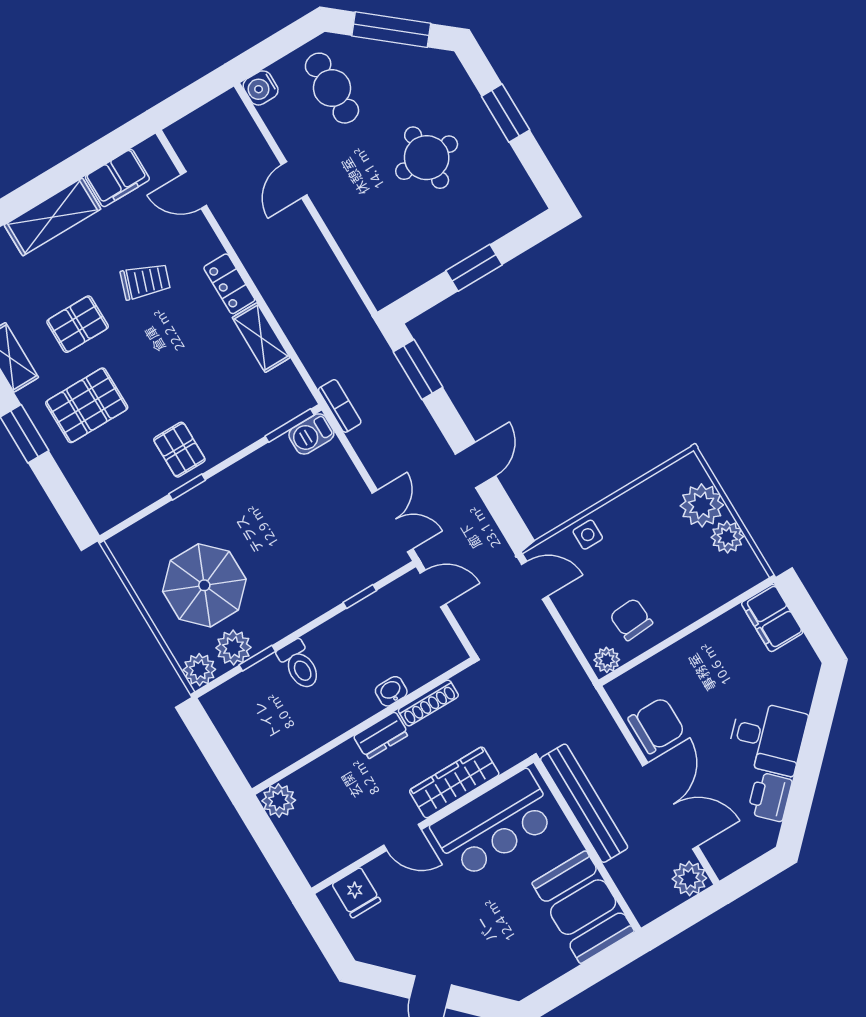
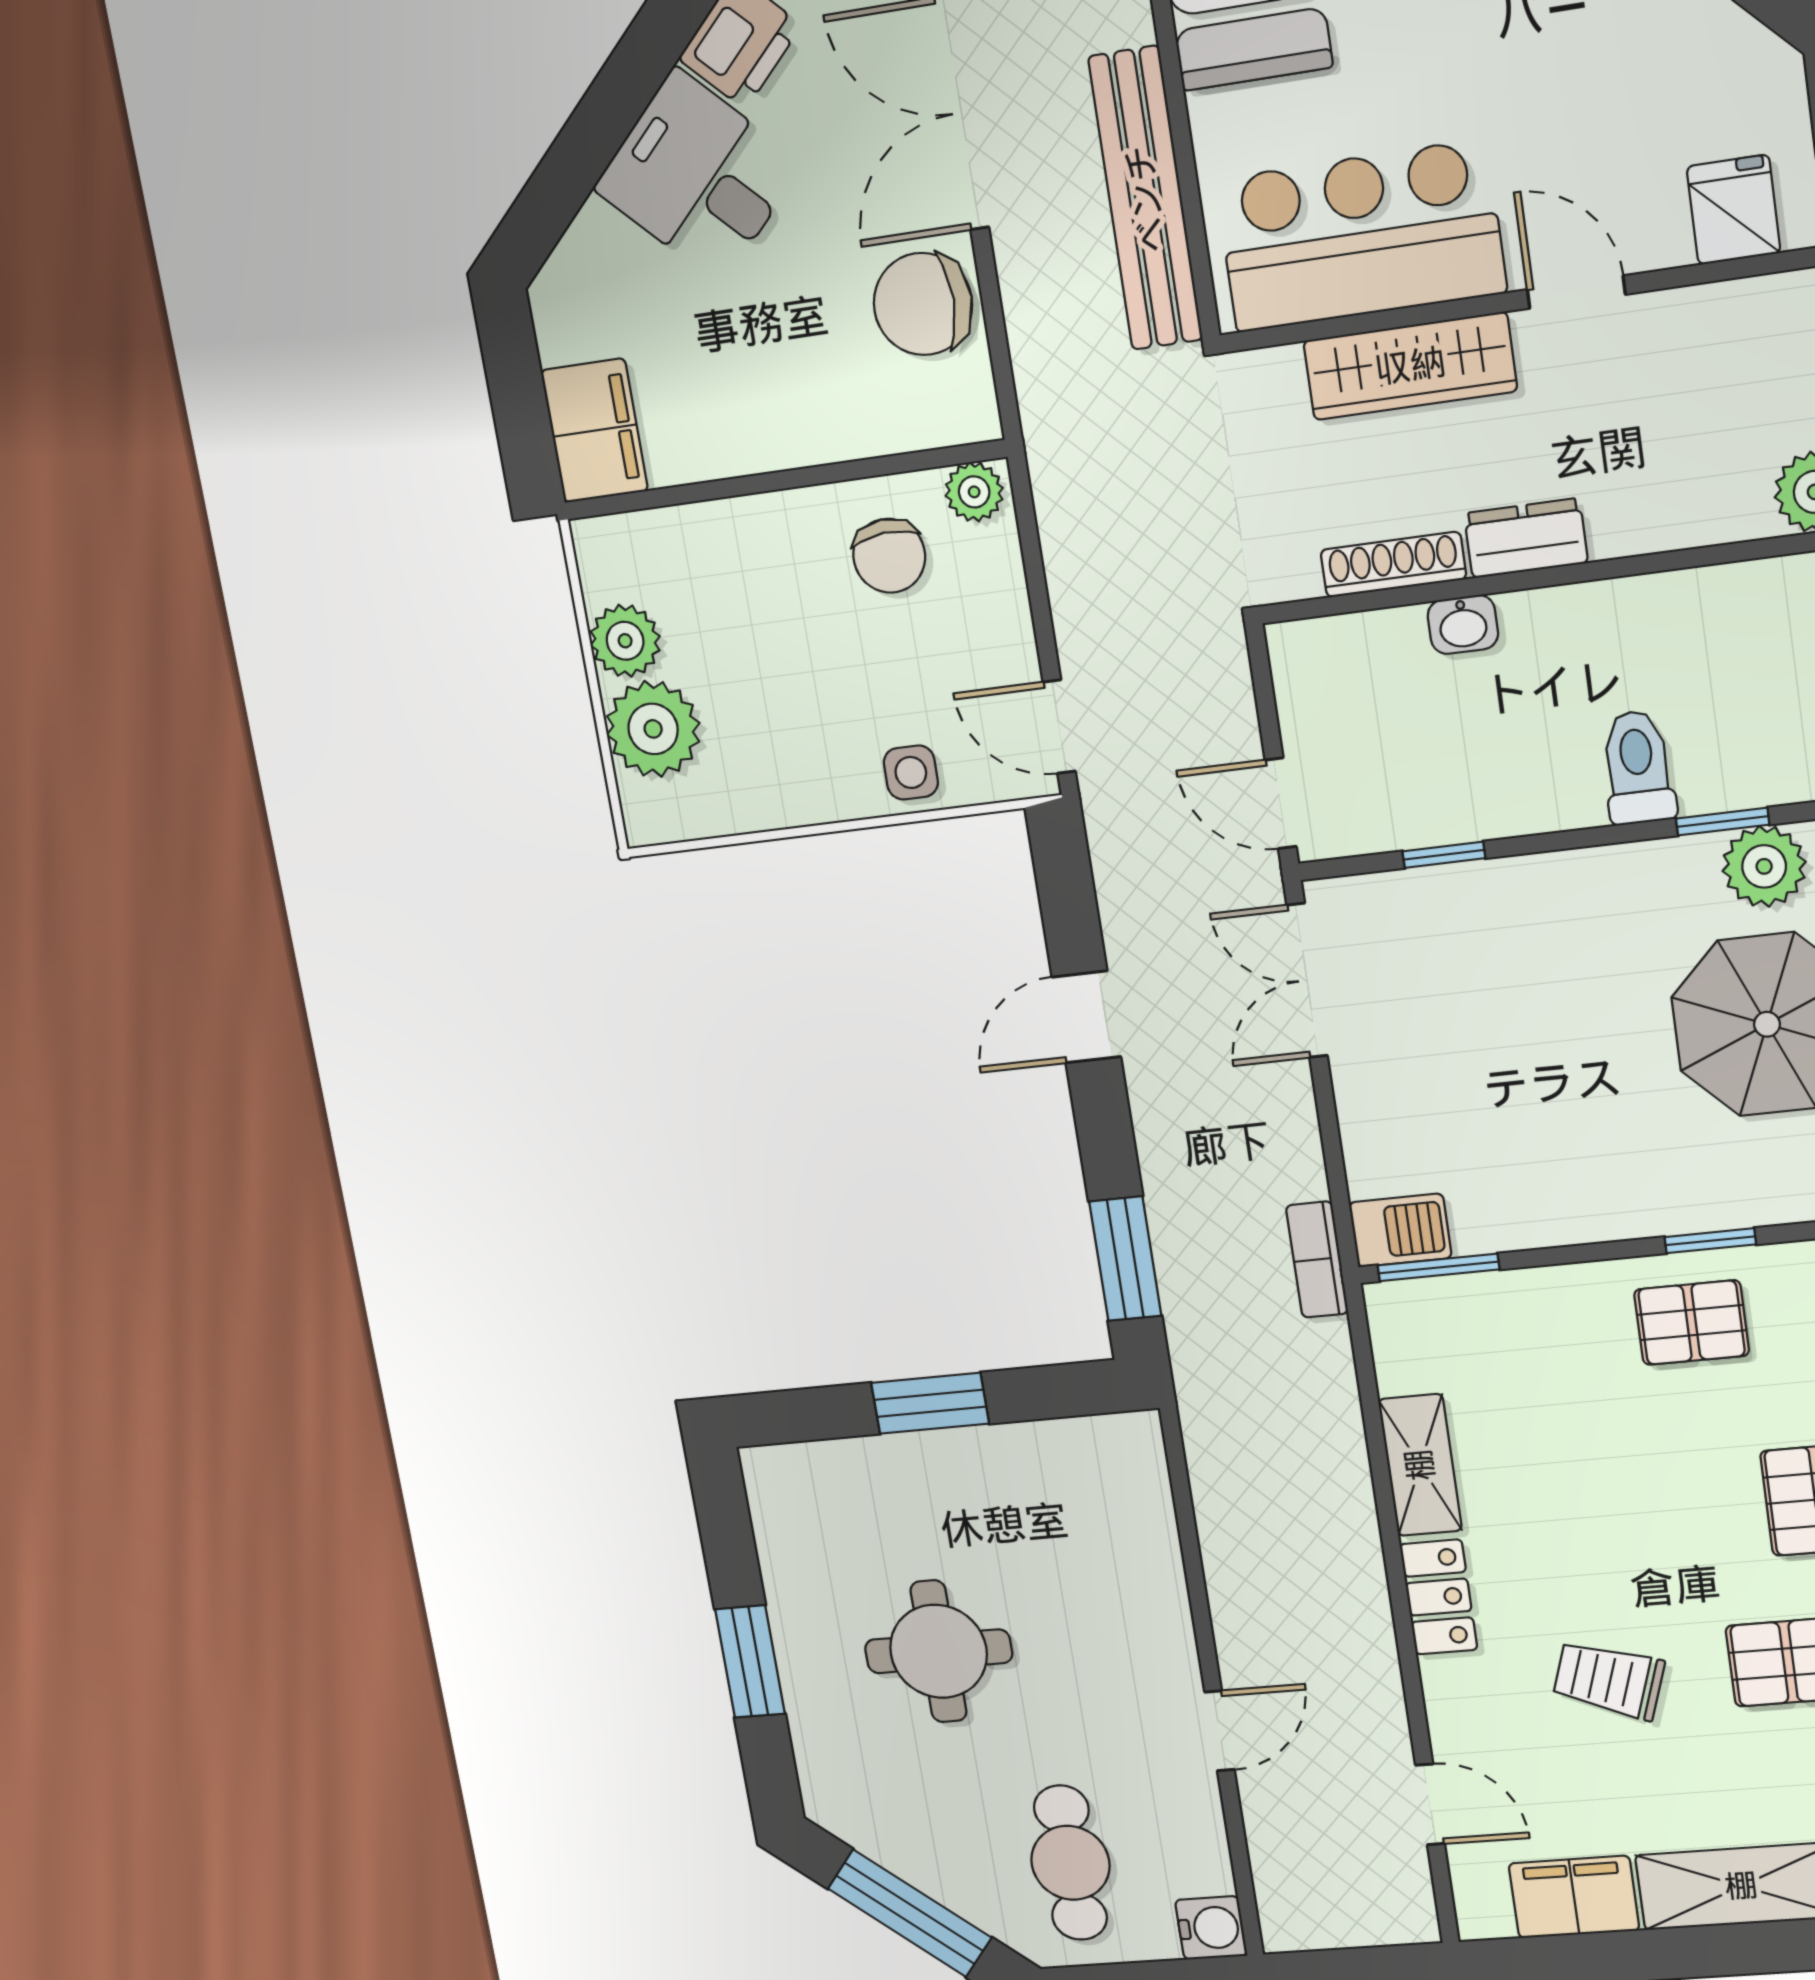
pallet: (179, 450) -> (1692, 1323), turned 90

